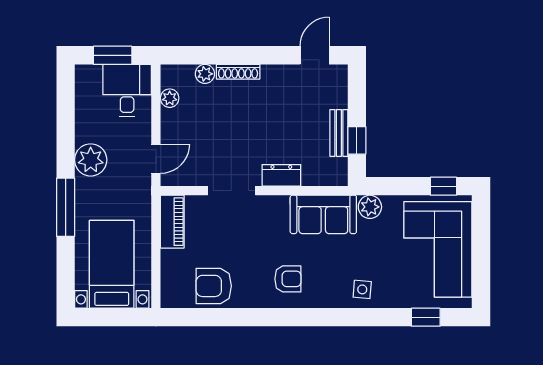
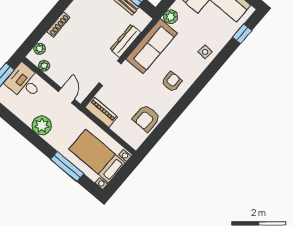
plant: (205, 74) -> (40, 49), moved
dresser: (281, 175) -> (125, 41), width x1.44
window: (66, 207) -> (67, 166), moved
sofa: (323, 214) -> (151, 46), width x1.36

